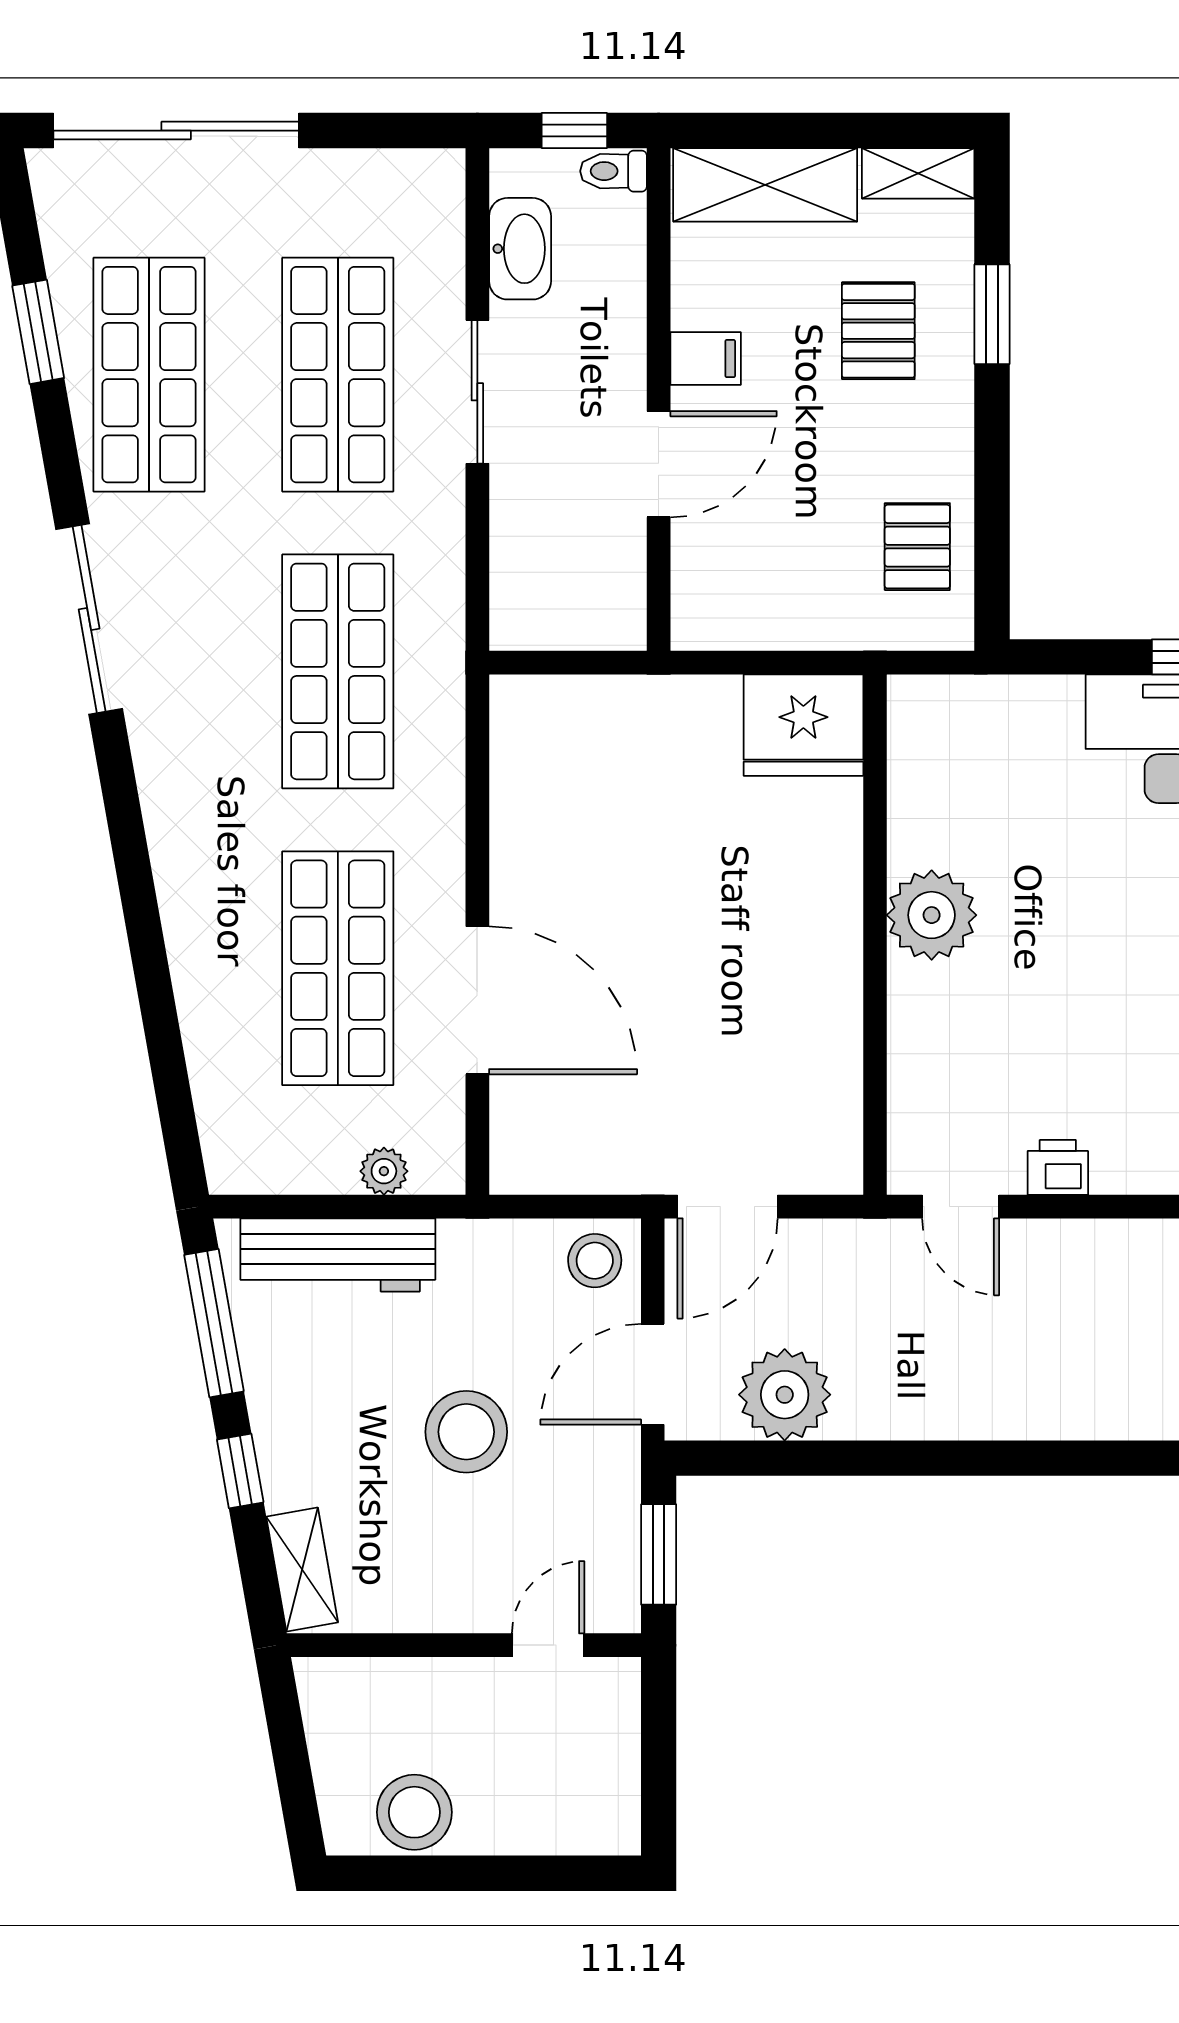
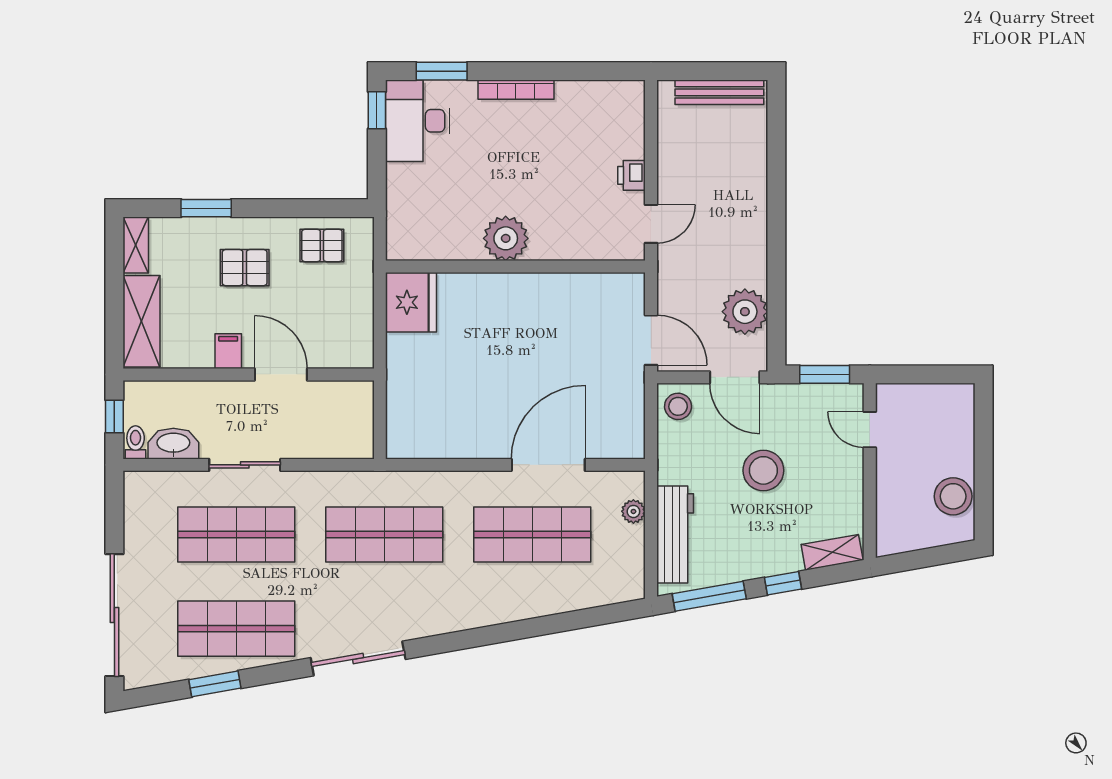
toilet: (613, 171) -> (136, 442), moved, turned 180
pallet: (878, 331) -> (245, 268), moved

